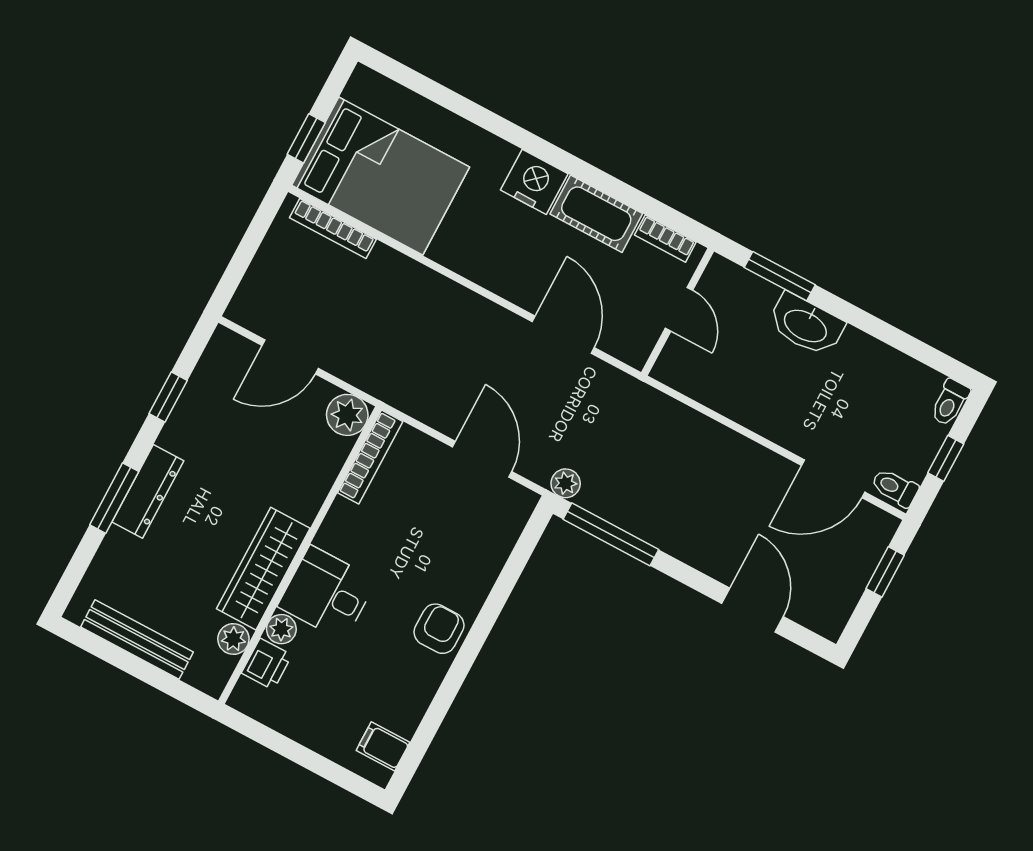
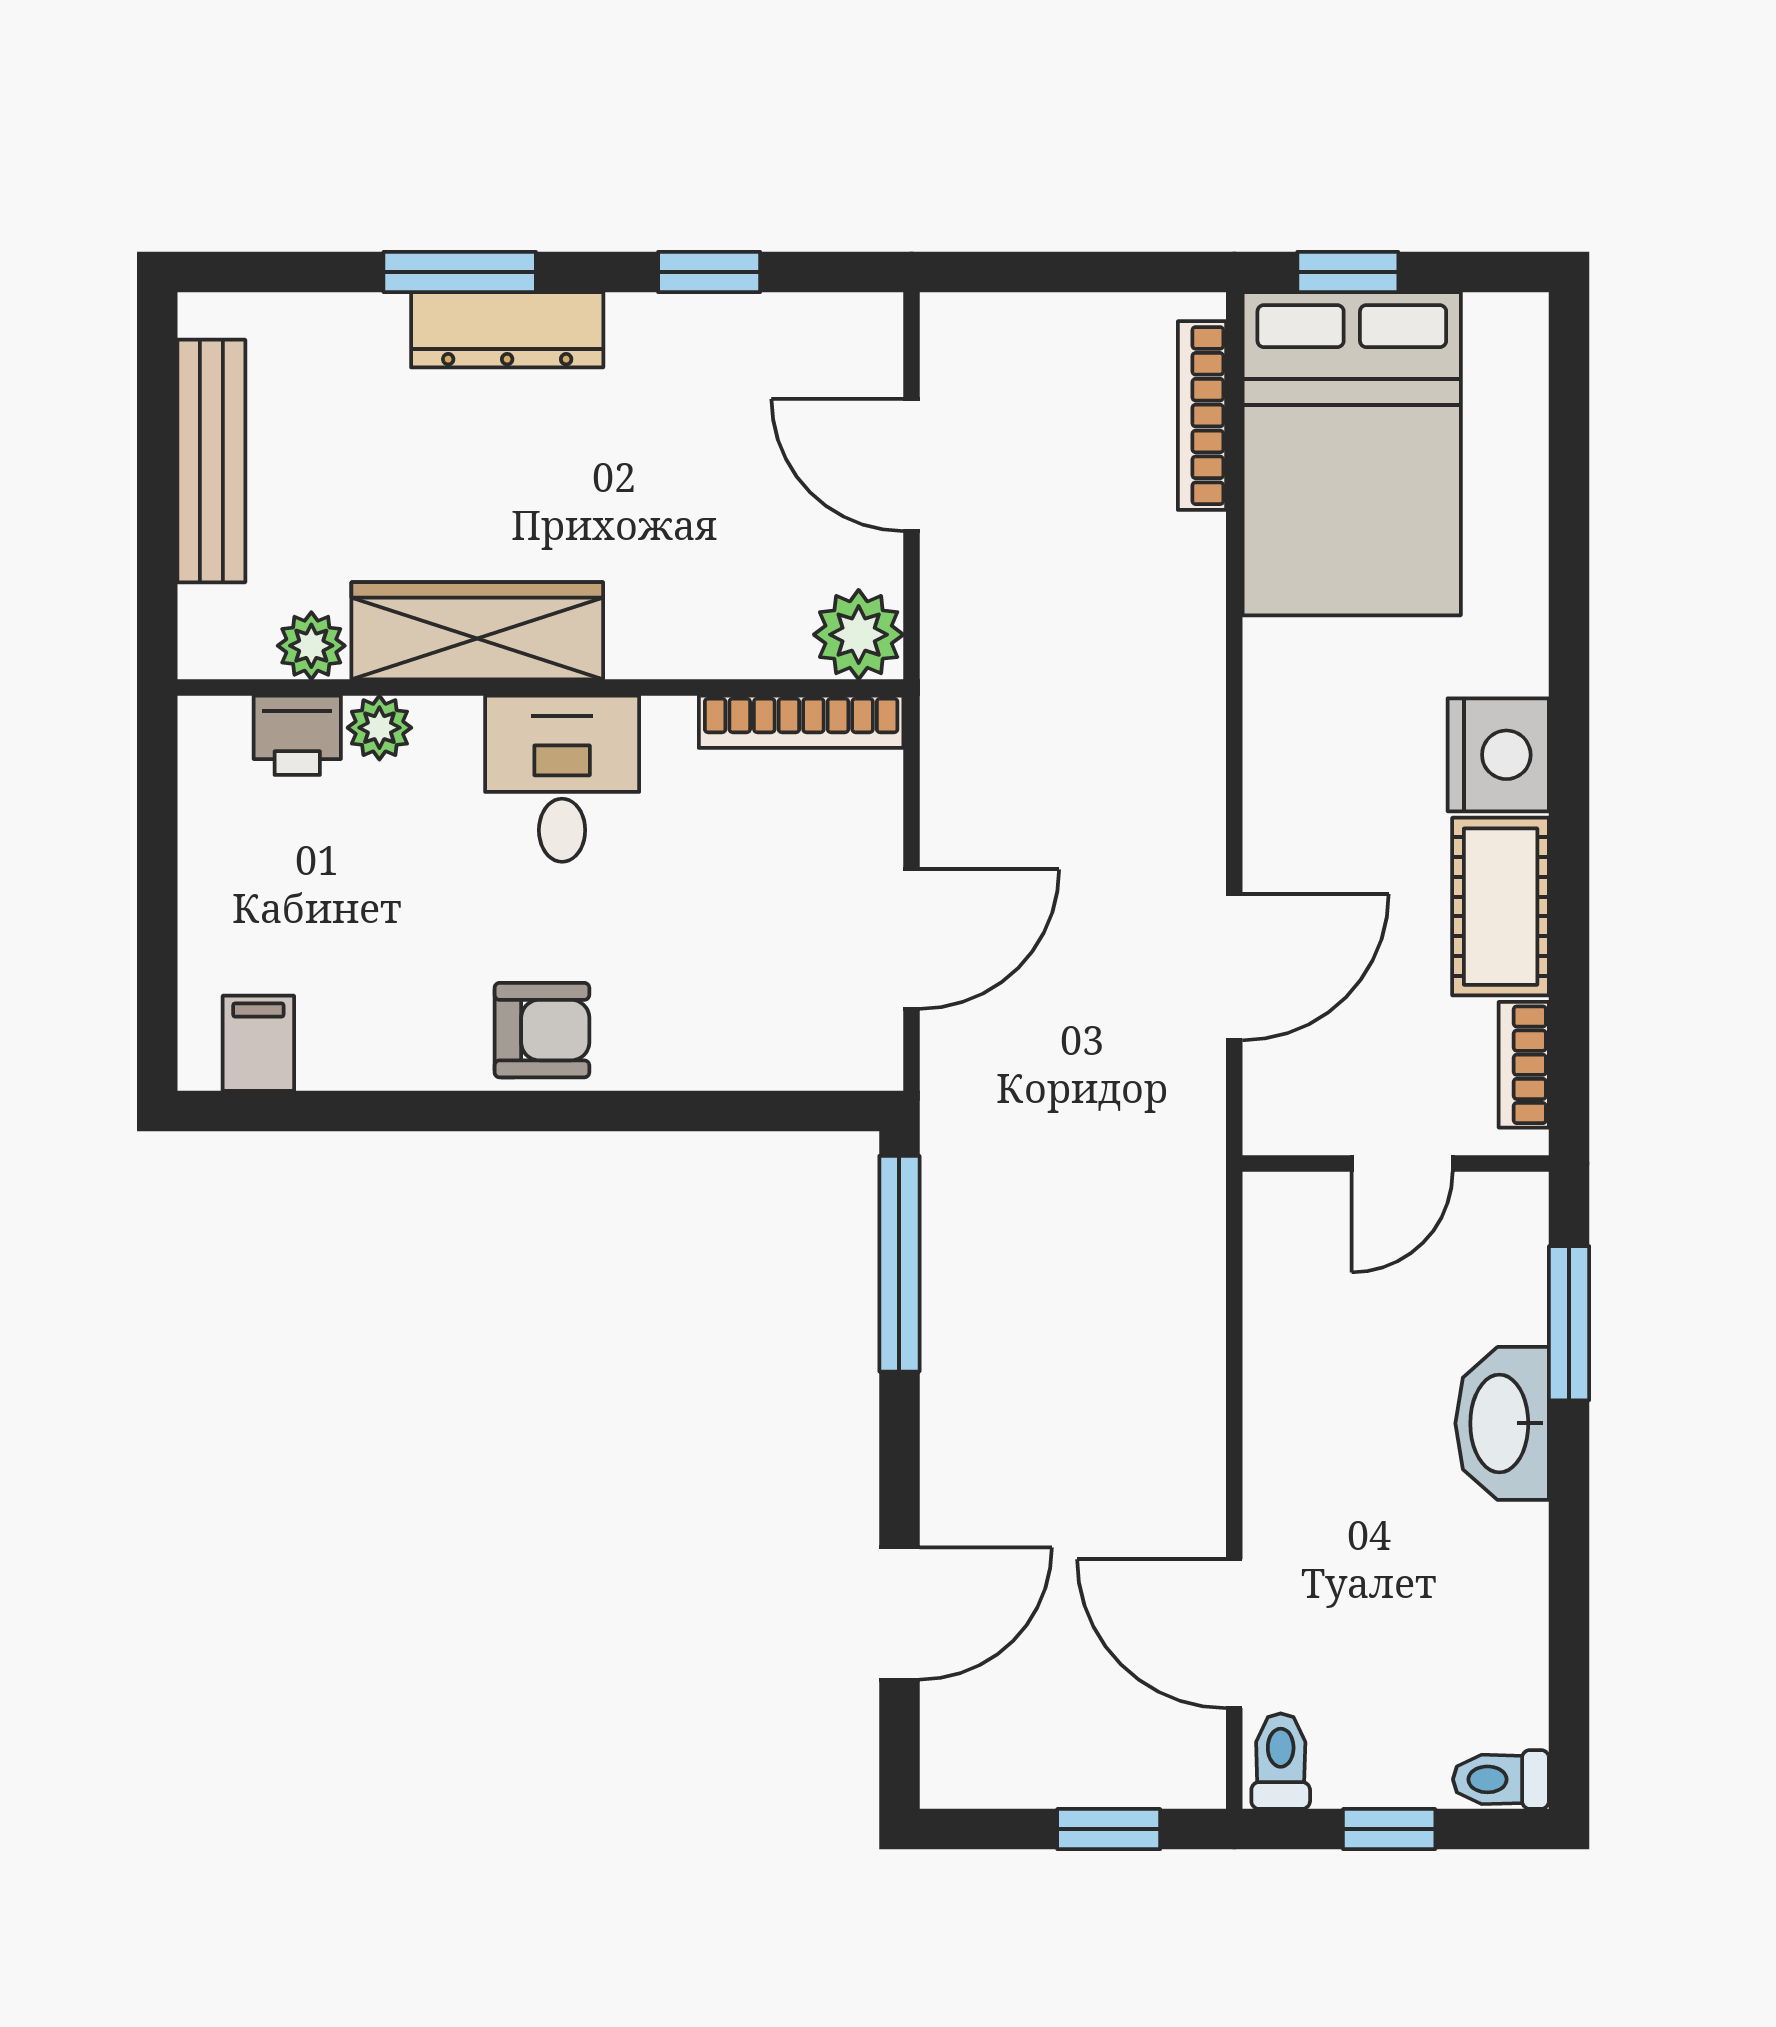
plant: (566, 483) -> (951, 1124), removed
desk: (327, 593) -> (562, 779), moved

